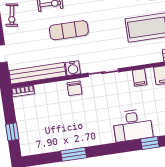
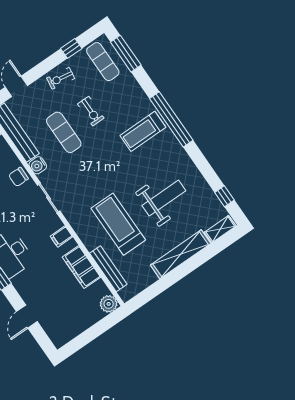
exercise mat: (69, 30) -> (64, 132), moved

